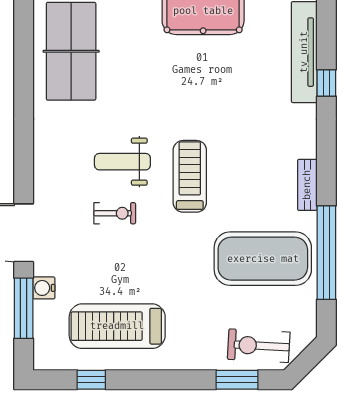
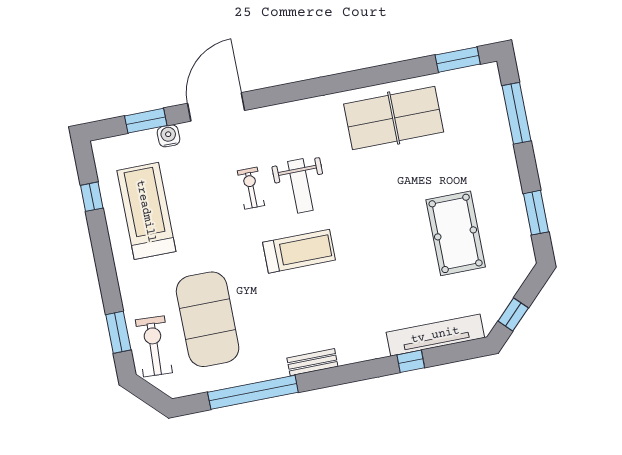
weight bench: (122, 162) -> (300, 186), turned 180
exercise bike: (115, 213) -> (251, 188), turned 180
exercise mat: (263, 259) -> (208, 319), moved
window: (24, 308) -> (146, 121), width x0.69

